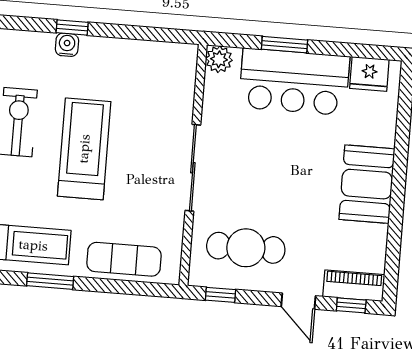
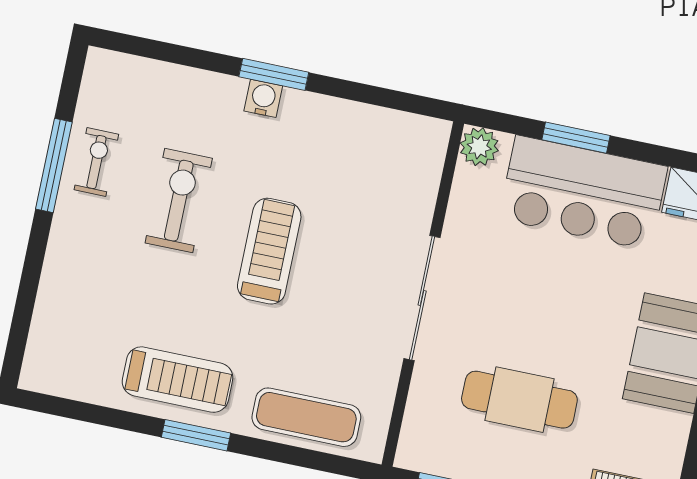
window: (72, 28) -> (274, 74), width x1.50
treadmill: (84, 149) -> (269, 251), width x0.73, depth x0.73
cafe table: (246, 248) -> (519, 400), moved

